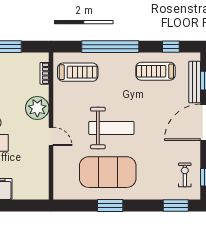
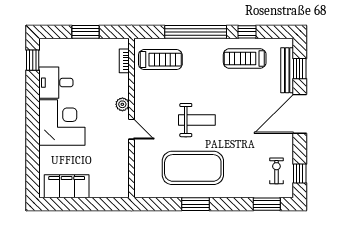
window: (171, 47) -> (247, 32), moved
plant: (37, 108) -> (122, 104), width x0.53, depth x0.53
weight bench: (111, 128) -> (197, 120), width x0.73, depth x0.75

